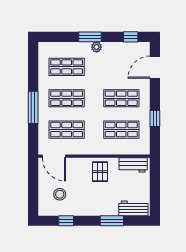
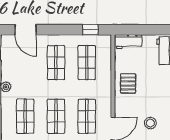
window: (155, 118) -> (90, 30), moved
workbench: (133, 165) -> (128, 42), moved, turned 90
pallet: (100, 172) -> (128, 83), turned 90

